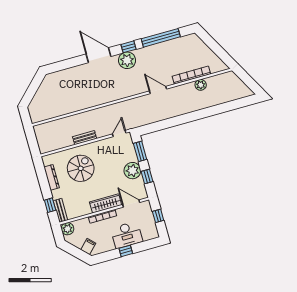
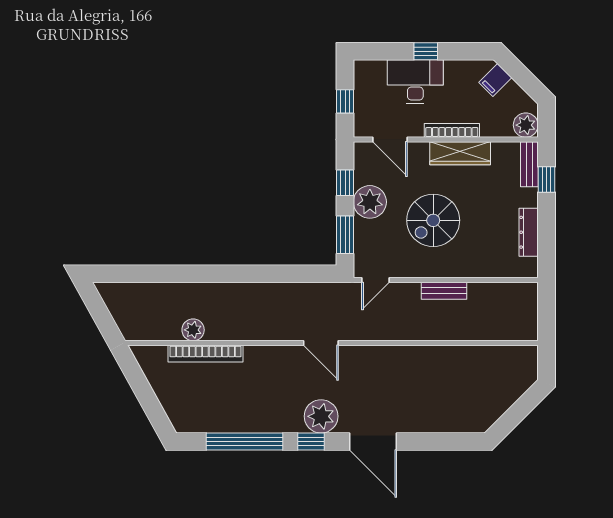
door: (158, 90) -> (321, 343), moved
spiral stairs: (81, 168) -> (433, 220), moved
wardrobe: (106, 203) -> (460, 153), moved

